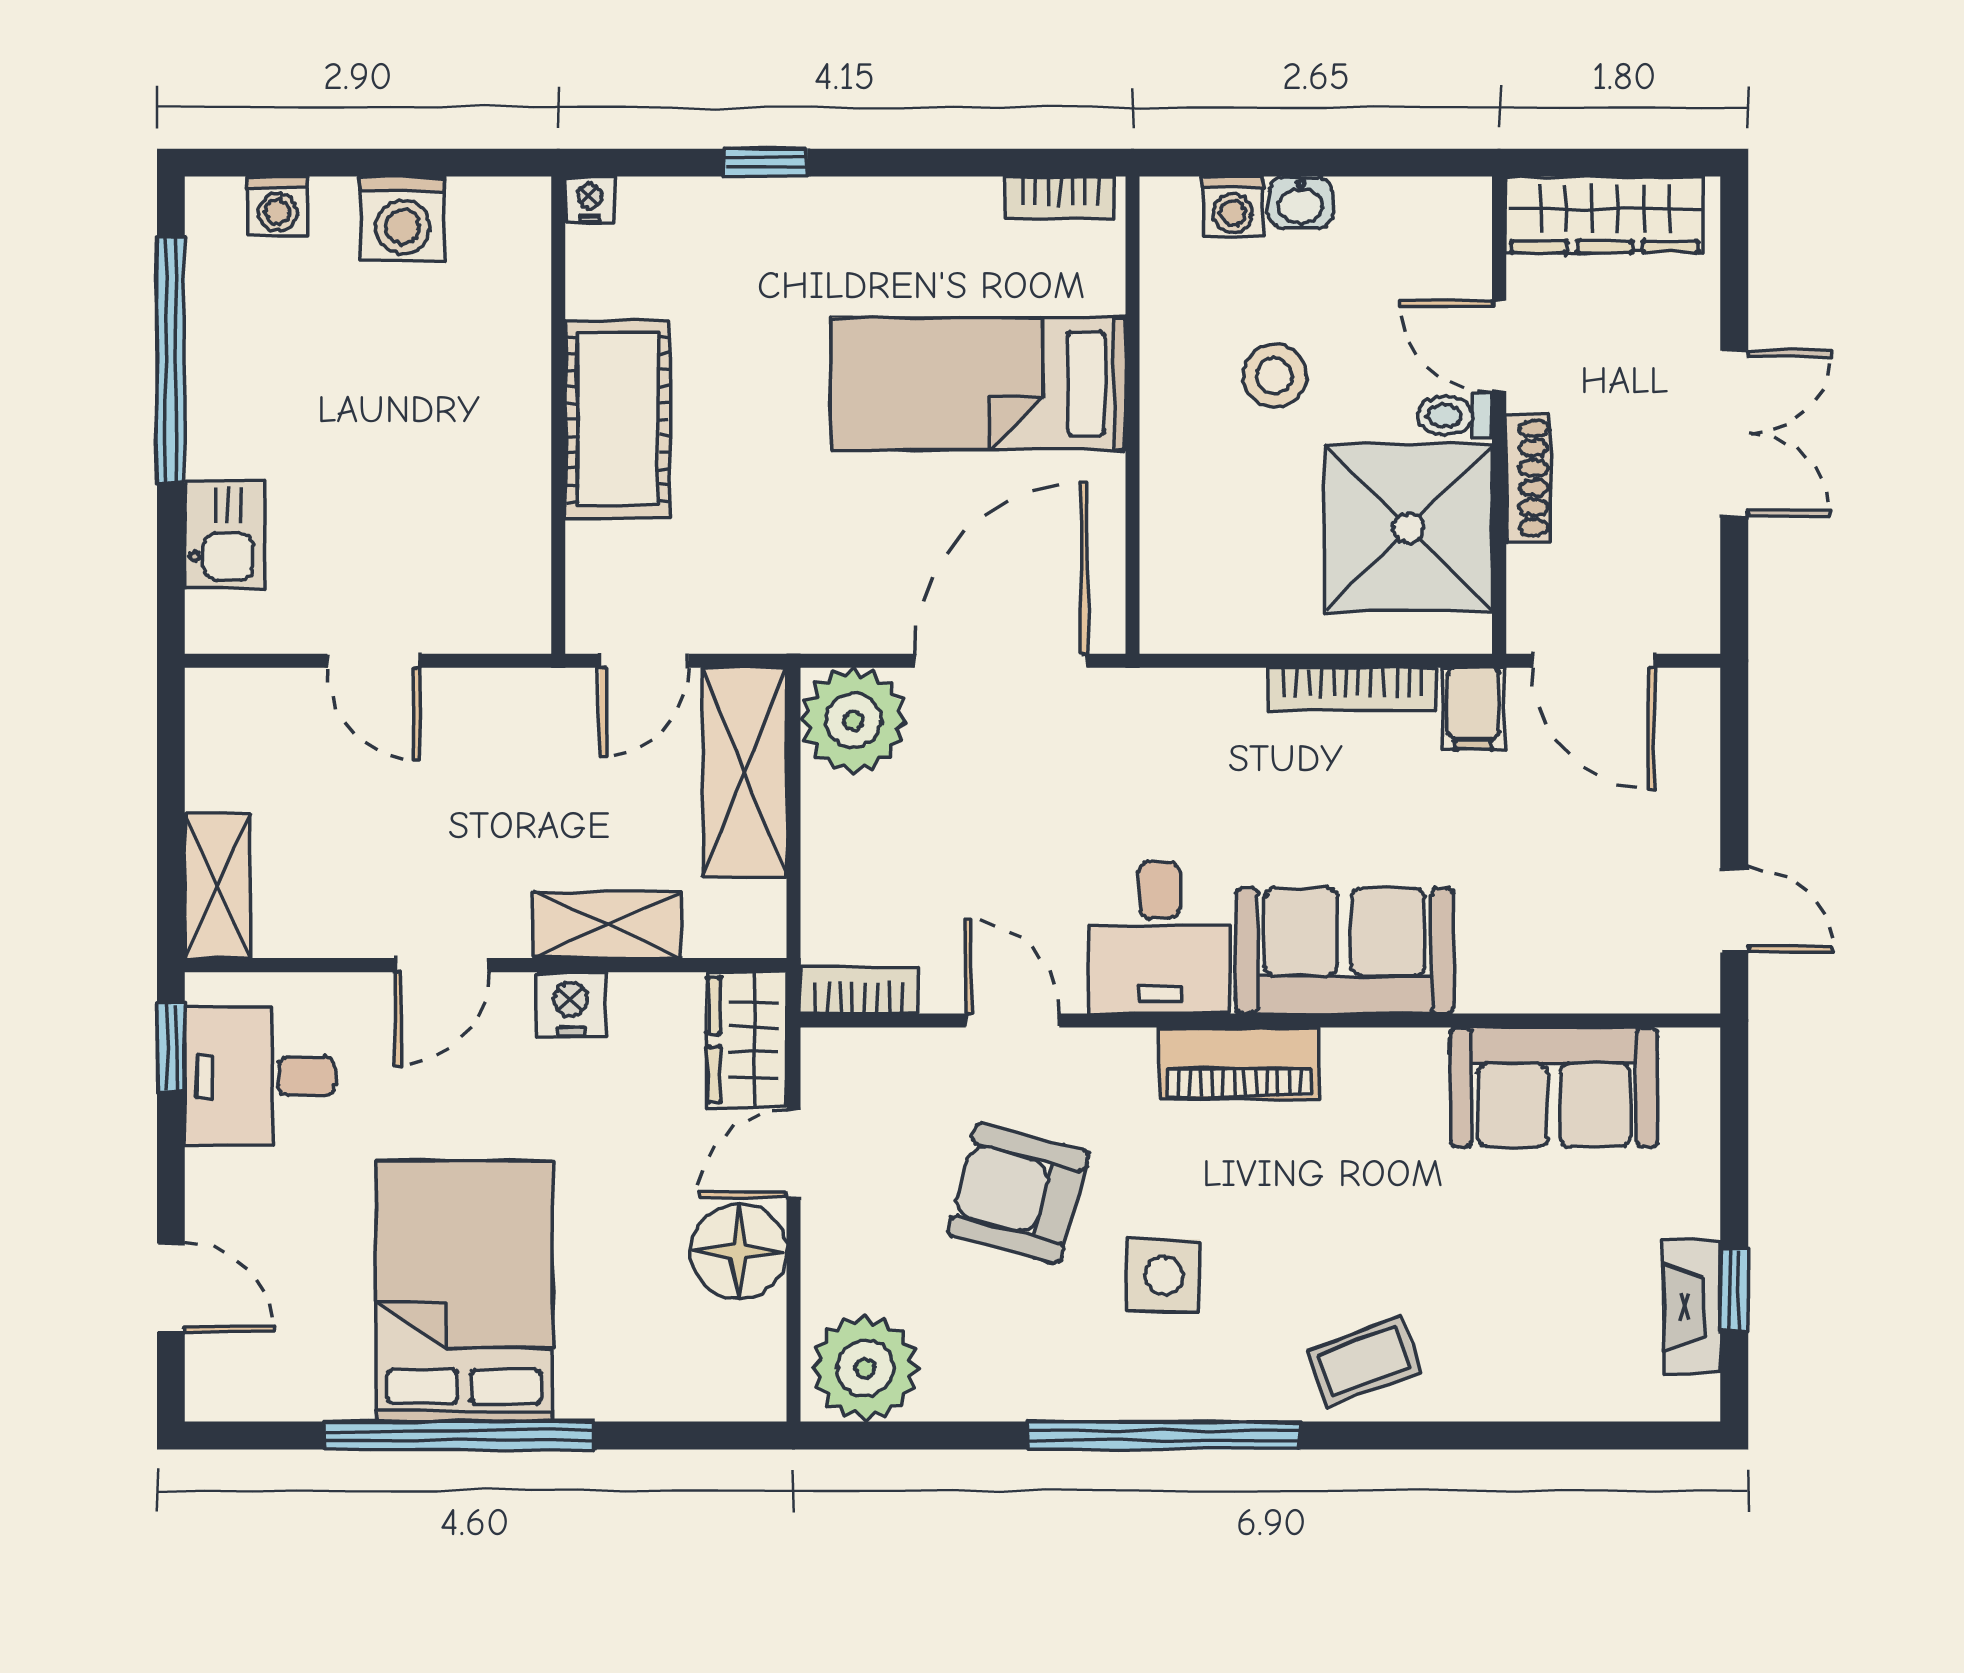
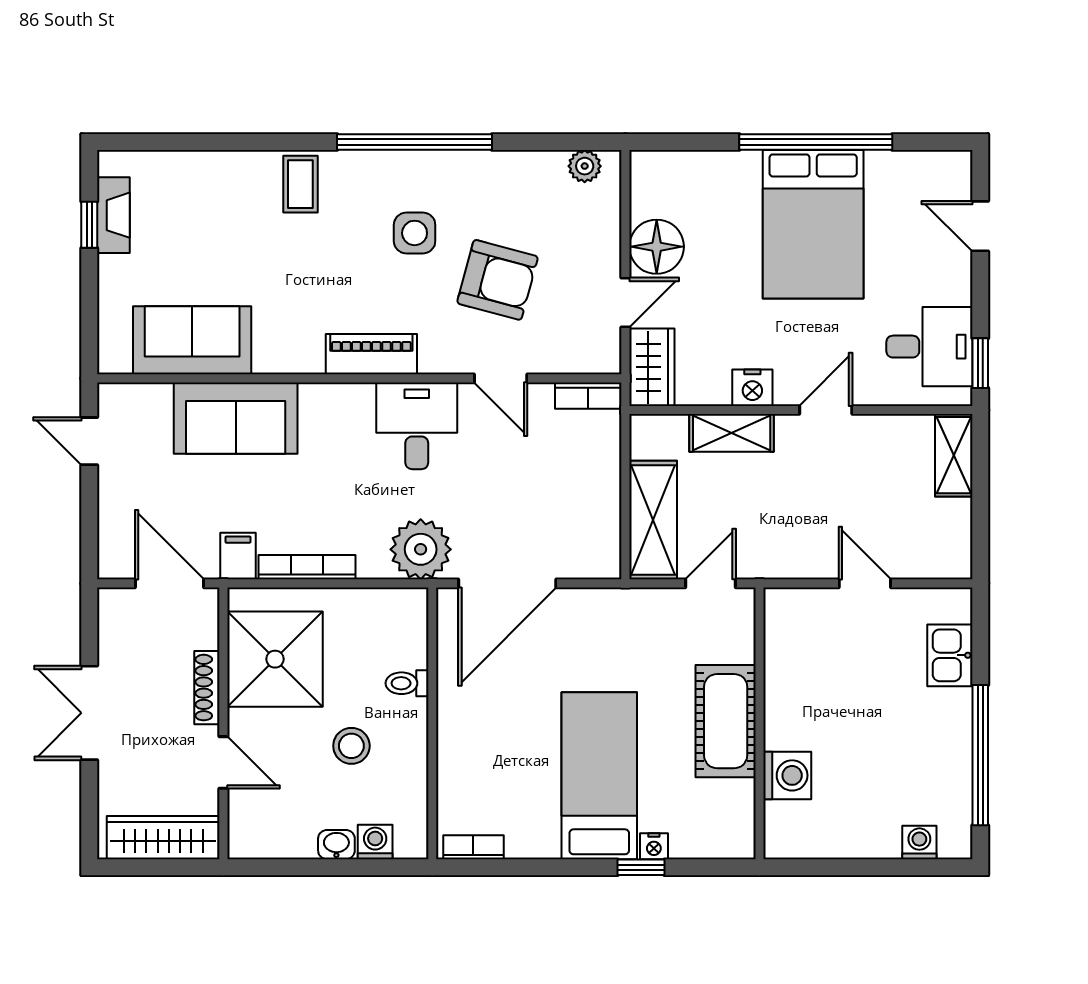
nightstand: (590, 199) -> (654, 846), moved
washing machine: (403, 218) -> (787, 775), moved, turned 90
bed: (979, 384) -> (599, 776), moved, turned -90
toilet: (1455, 416) -> (407, 683), moved, turned 180
plant: (853, 721) -> (421, 549), moved
sofa: (1344, 951) -> (236, 418), moved
coffee table: (1364, 1361) -> (300, 184), turned -70
plant: (865, 1368) -> (585, 166), width x0.53, depth x0.53

